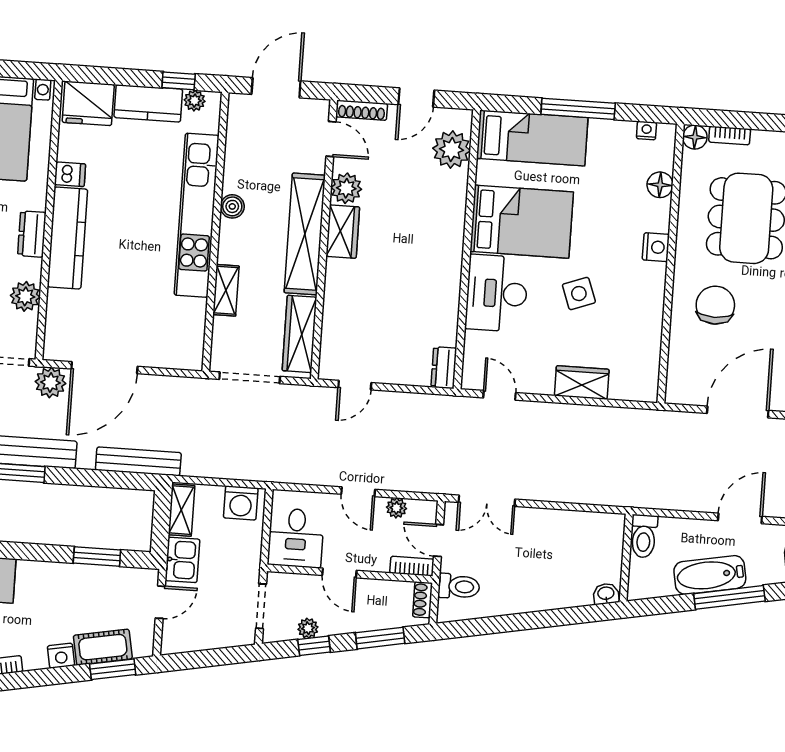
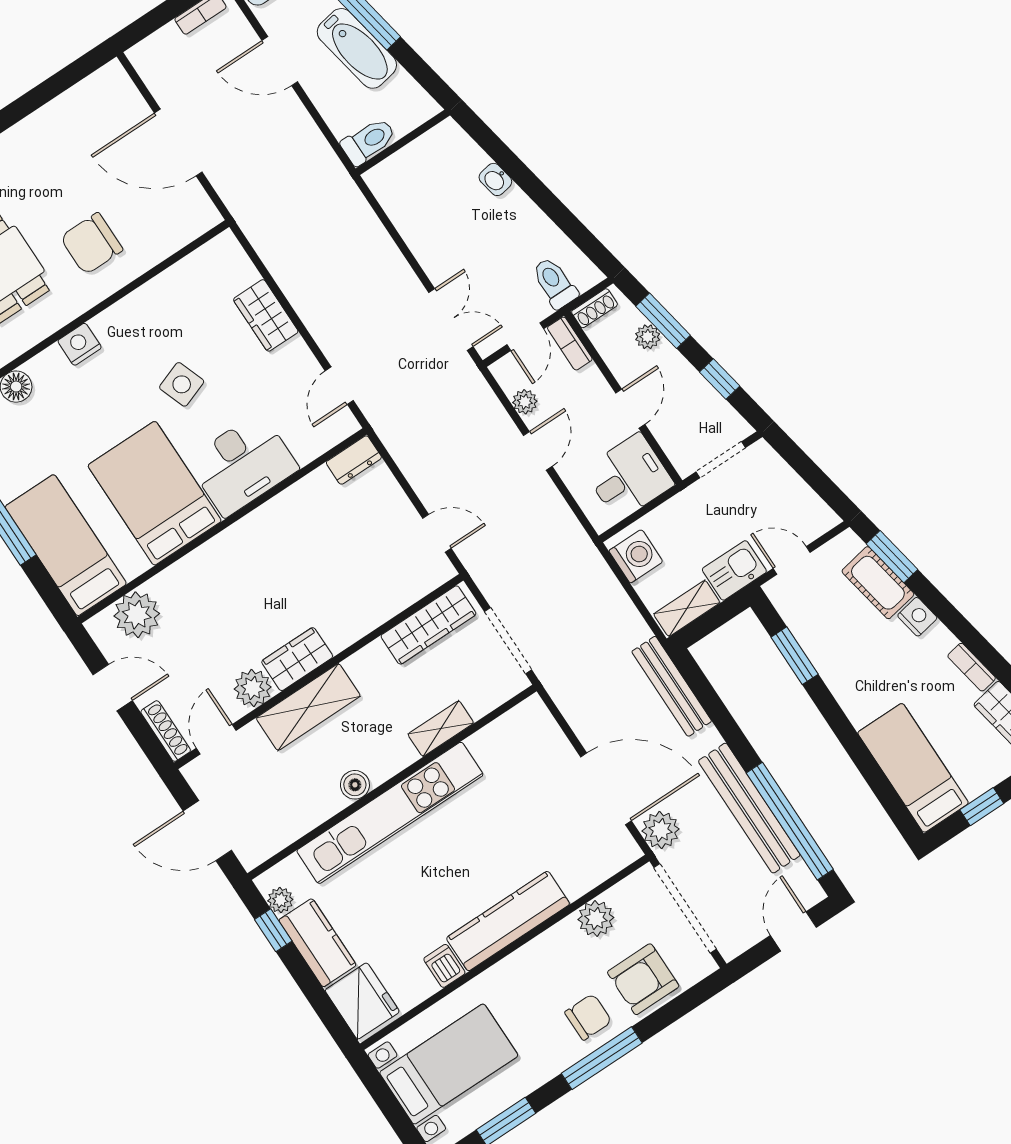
dresser: (32, 234) -> (531, 958), removed
shelving: (305, 234) -> (308, 707), width x0.68
washbasin: (606, 594) -> (495, 179), moved
plant: (308, 628) -> (648, 337), moved

